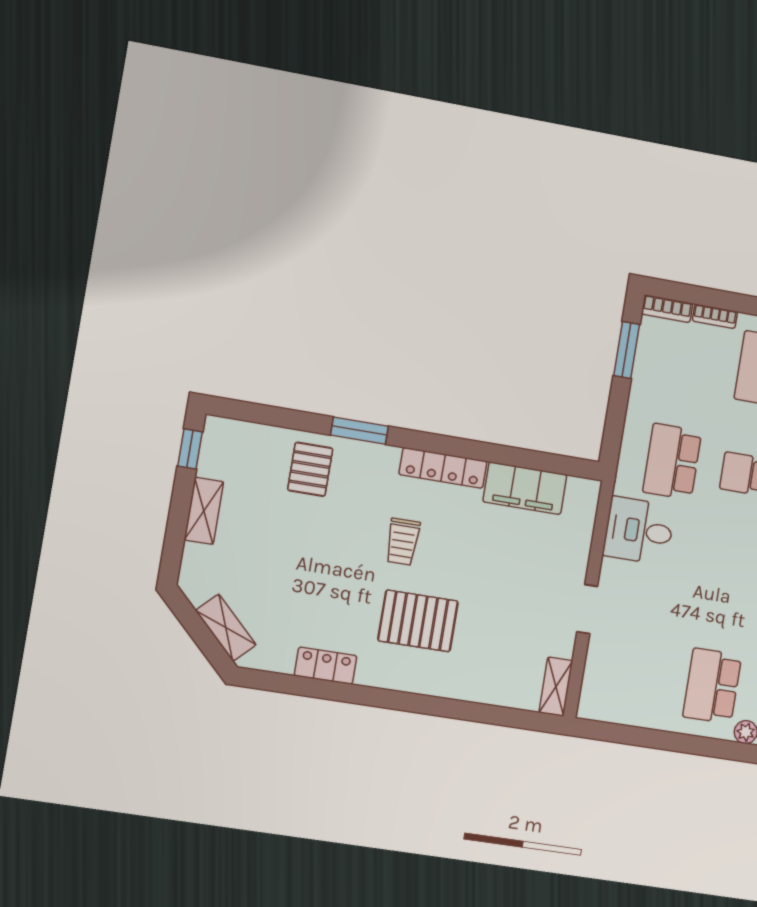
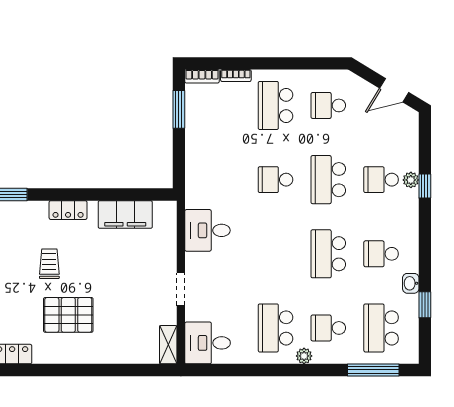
school desk: (672, 462) -> (223, 180), removed
locker: (443, 468) -> (68, 210), width x0.66
trolley: (403, 542) -> (49, 264), turned 180
desk: (613, 693) -> (208, 343), added

